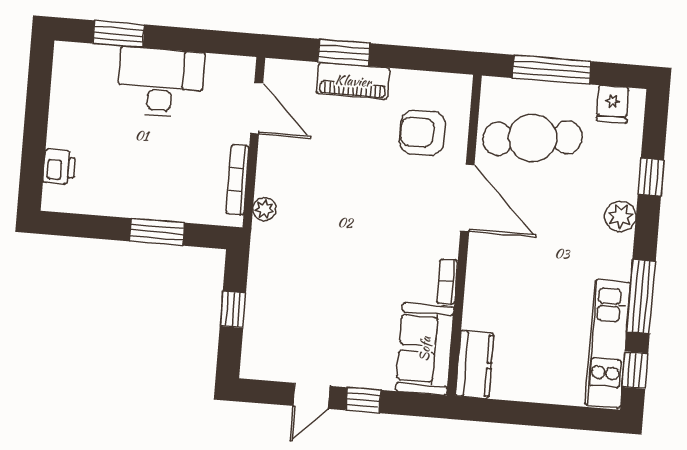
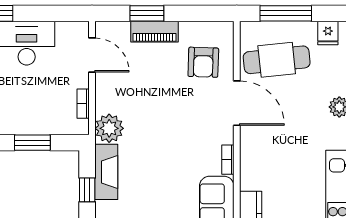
armchair: (422, 133) -> (203, 62), turned -88
bookcase: (238, 180) -> (83, 104), width x0.64
plant: (264, 209) -> (109, 128), width x1.88, depth x1.88
fireplace: (264, 285) -> (106, 172), added

